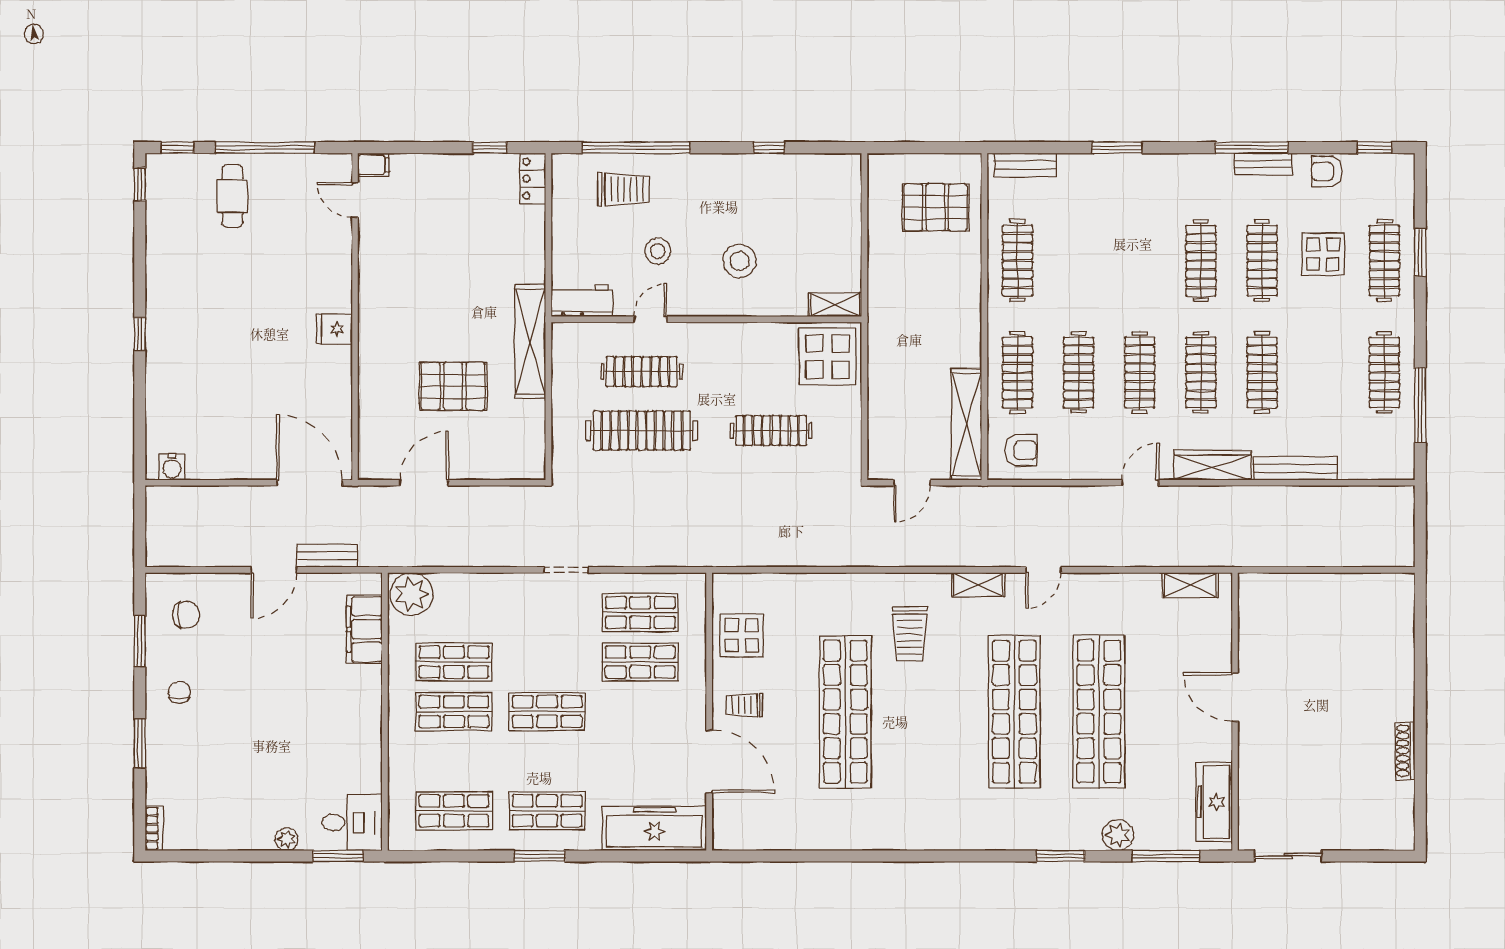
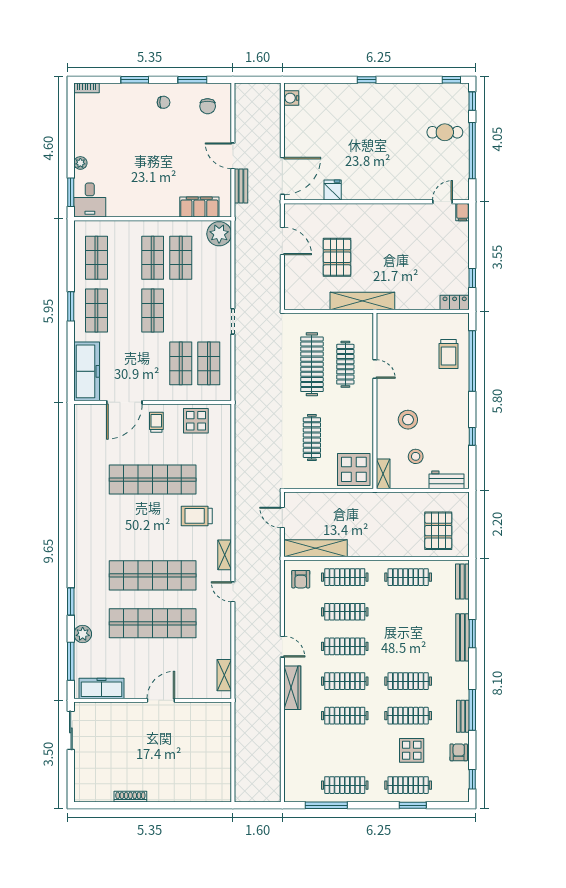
stool: (658, 251) -> (416, 456), moved
workbench: (582, 301) -> (447, 480), moved, turned -90
fridge: (334, 329) -> (333, 190), moved
bench: (1295, 468) -> (462, 637), moved

